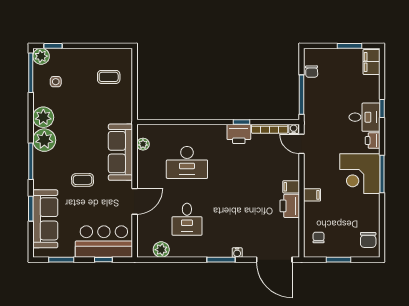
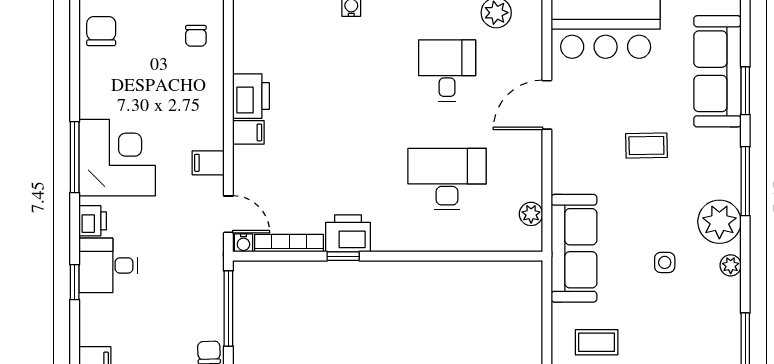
side table: (56, 82) -> (665, 262), moved
plant: (43, 117) -> (731, 265), width x0.53, depth x0.53
sofa: (120, 152) -> (574, 248), moved
filing cabinet: (312, 195) -> (208, 163), moved

